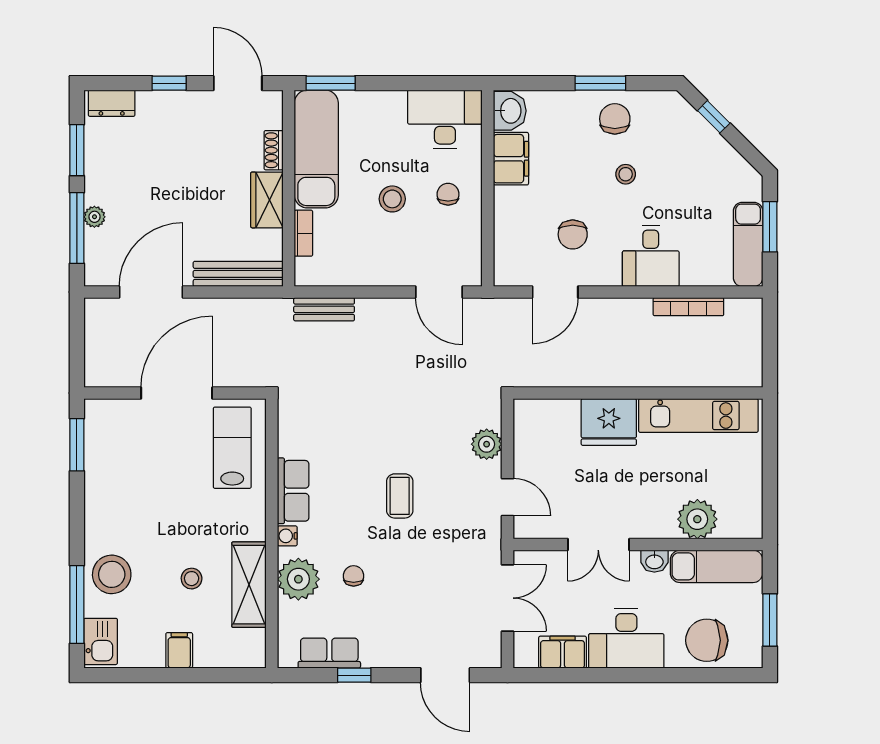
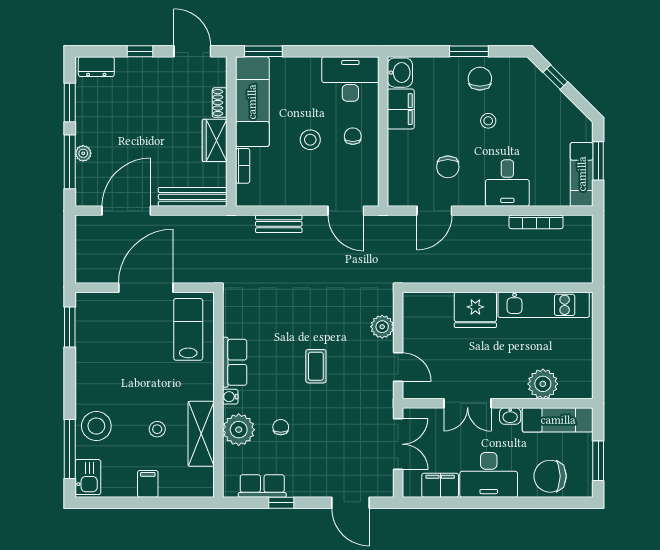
bench: (324, 309) -> (279, 224), moved

